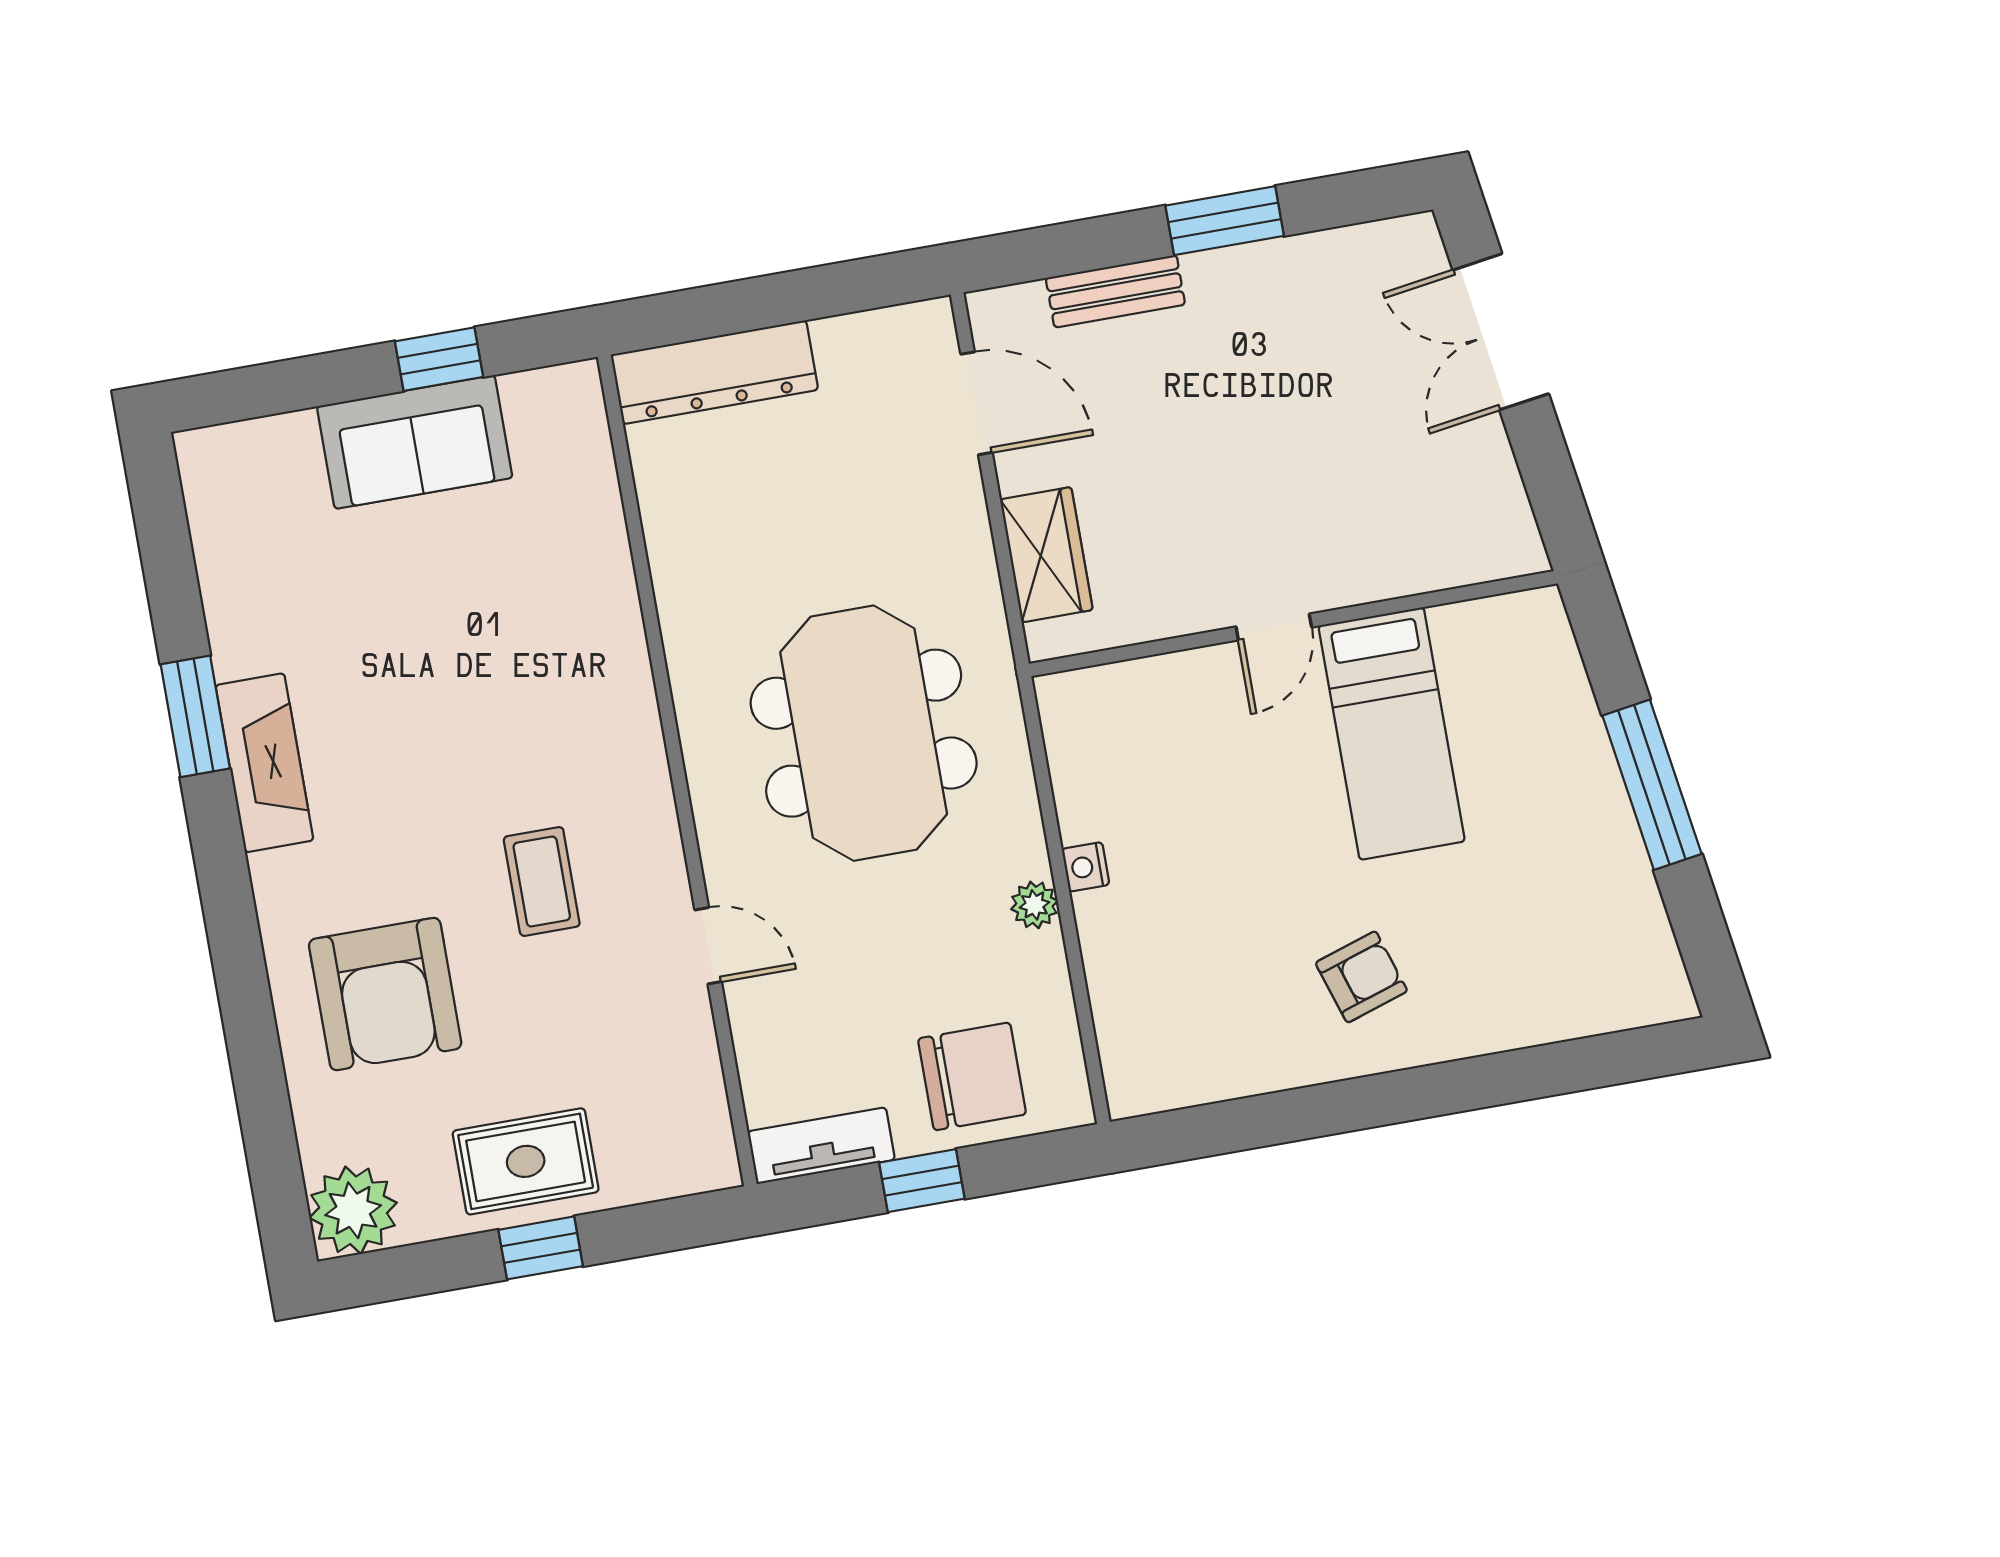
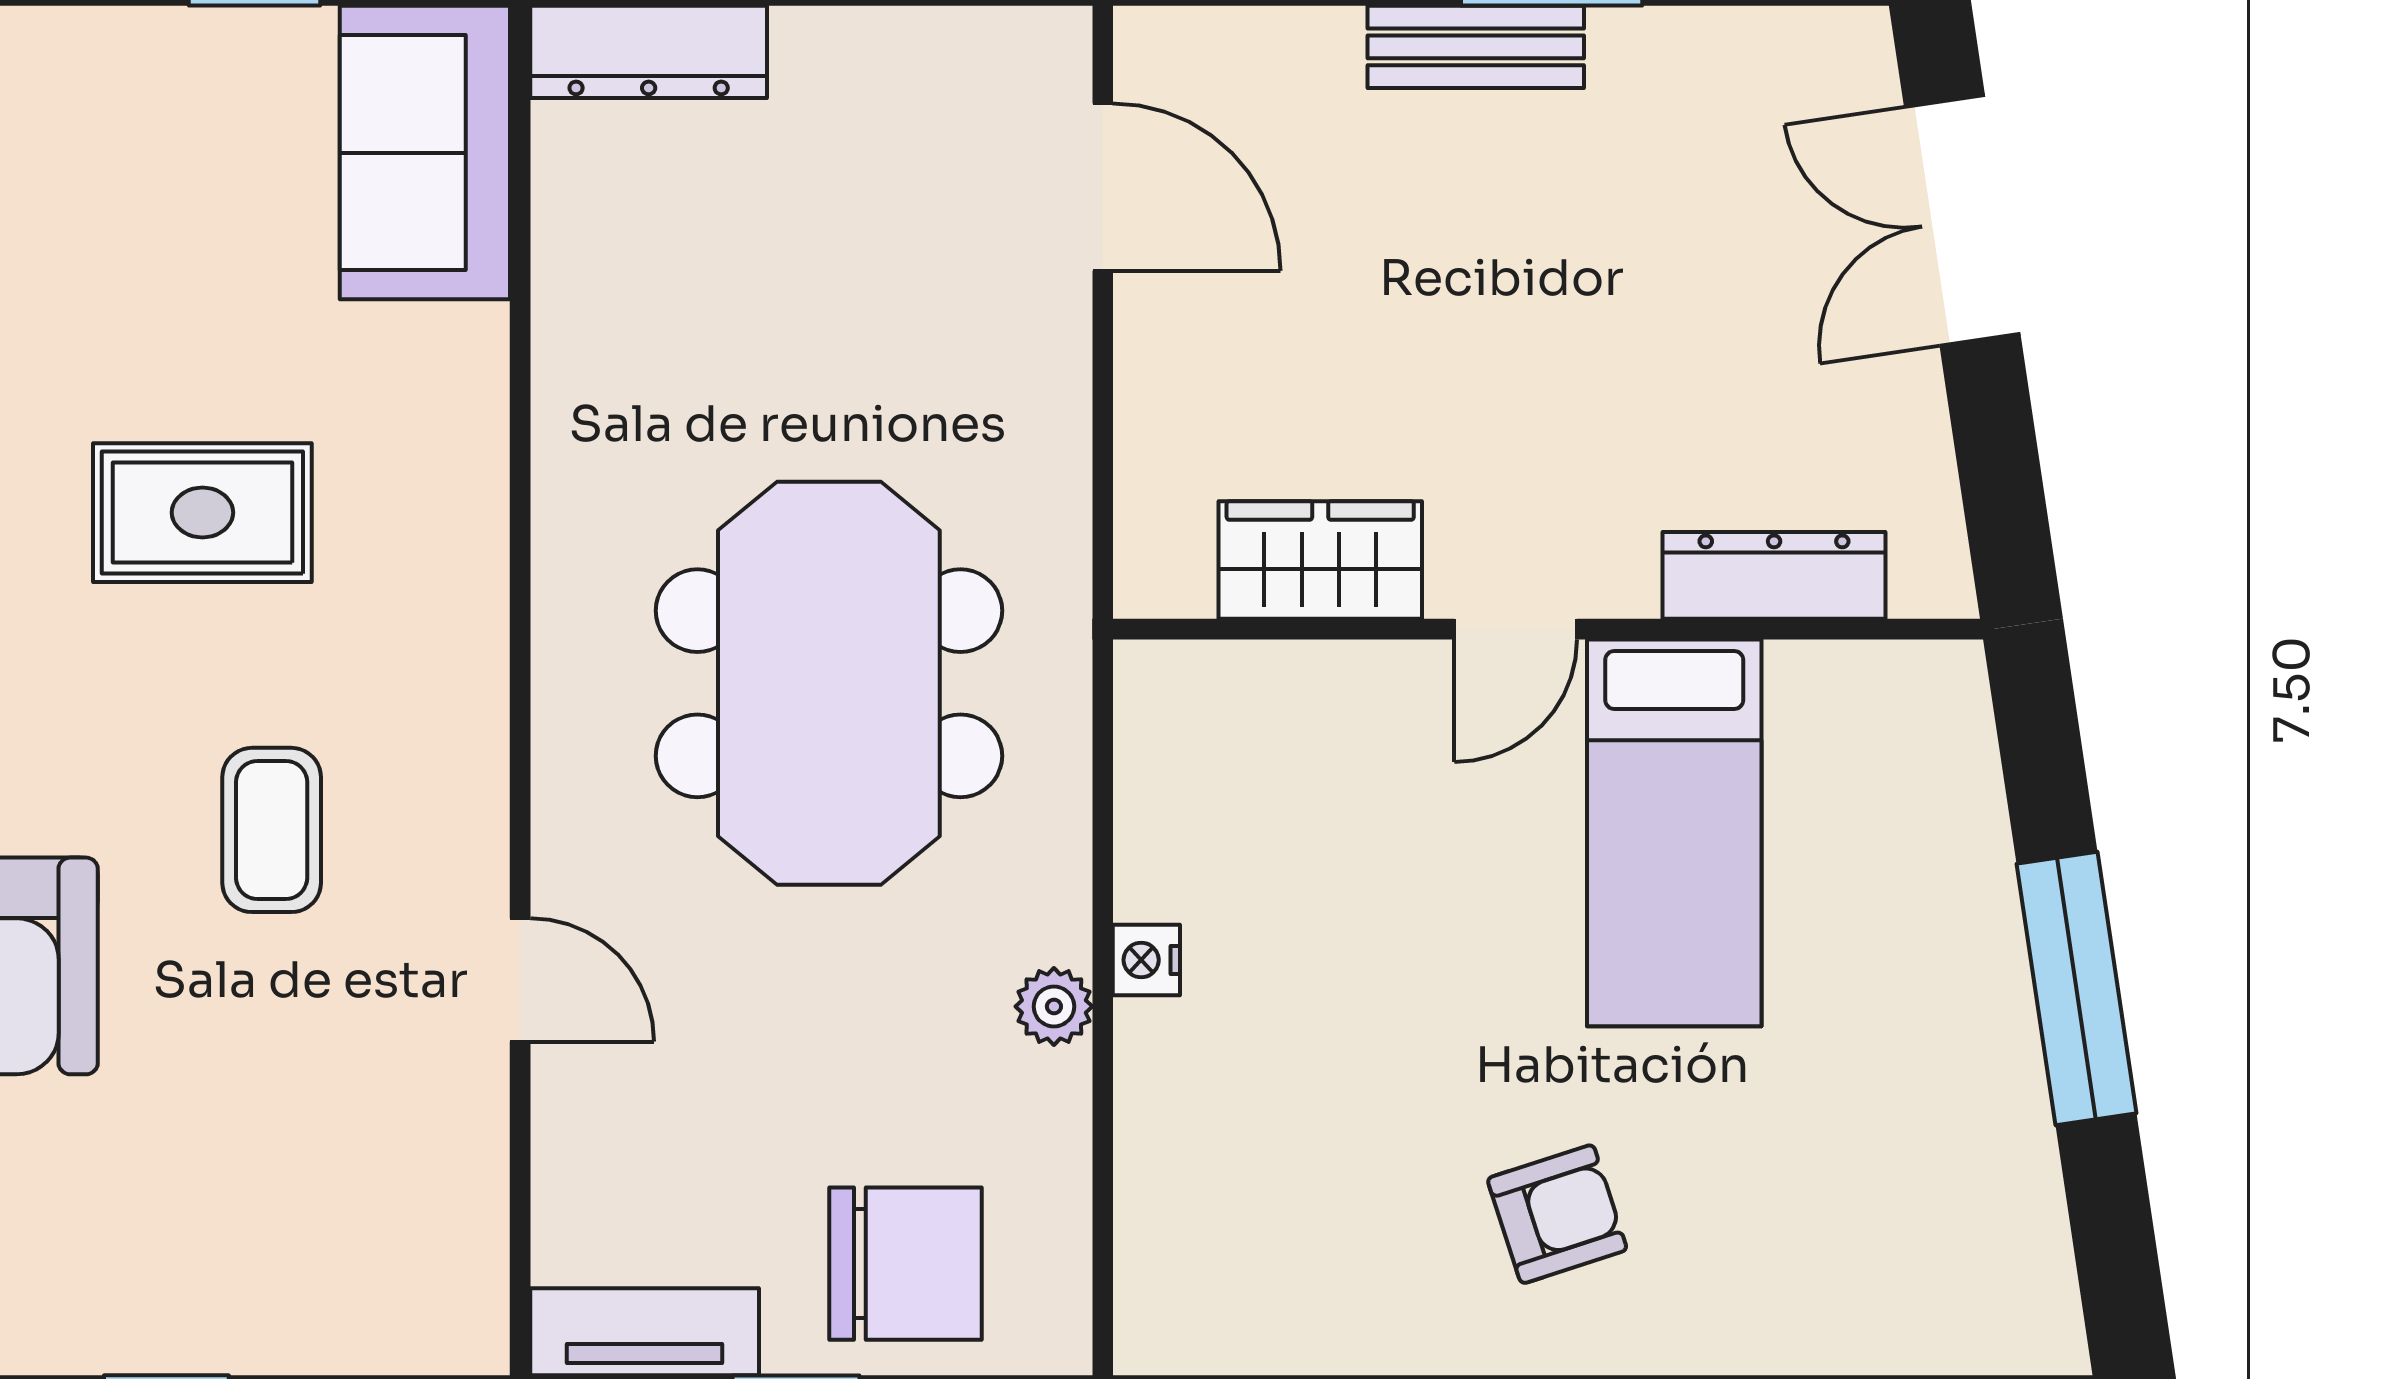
bench: (1115, 291) -> (1476, 47), moved
dresser: (714, 372) -> (649, 52), width x0.73, depth x0.80
sofa: (415, 442) -> (425, 153), moved, turned 90
wardrobe: (1046, 555) -> (1320, 560), moved, turned -90
dresser: (1425, 567) -> (1774, 575), added
rug: (526, 1161) -> (202, 513), moved

